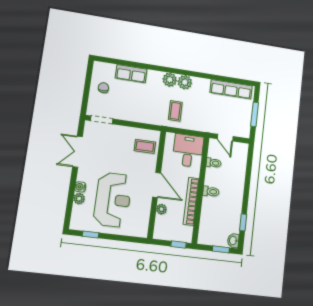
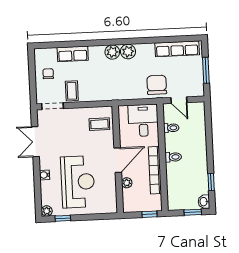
coffee table: (175, 111) -> (72, 91), moved
chair: (207, 119) -> (157, 85), added
door: (157, 185) -> (118, 160), hinge flipped
plant: (79, 199) -> (47, 211), moved

